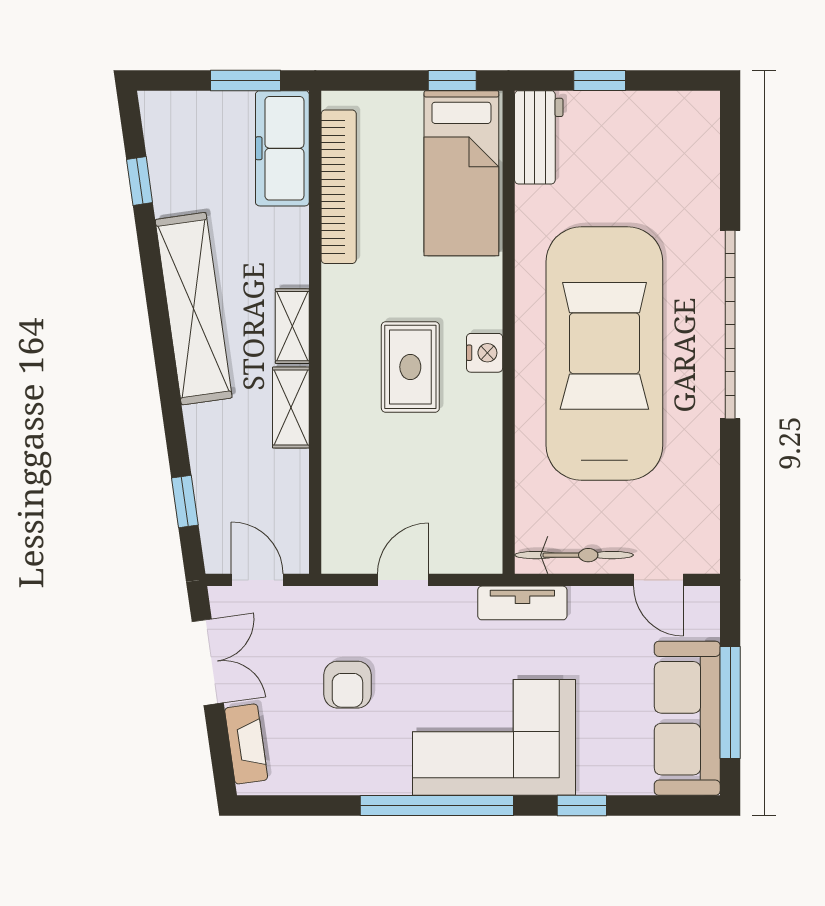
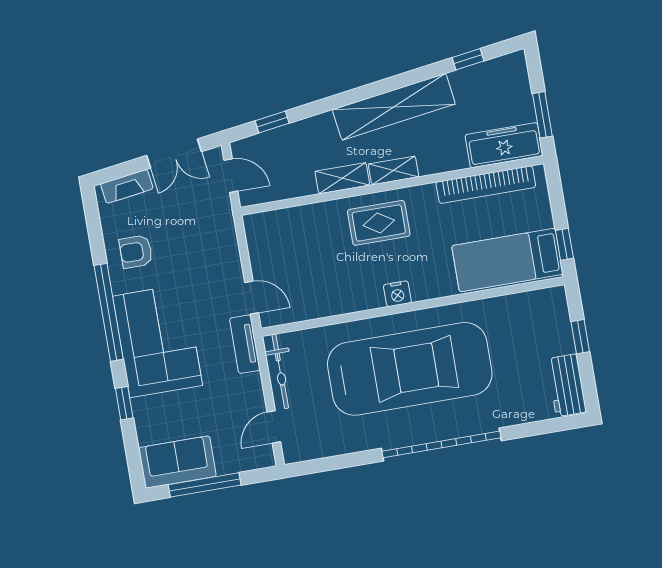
workbench: (539, 137) -> (567, 385), moved, turned 90
rug: (410, 367) -> (379, 223), moved
door: (257, 580) -> (231, 176), hinge flipped
door: (403, 580) -> (252, 298), moved
armchair: (347, 685) -> (136, 252), moved
sofa: (687, 718) -> (177, 462), width x0.73

